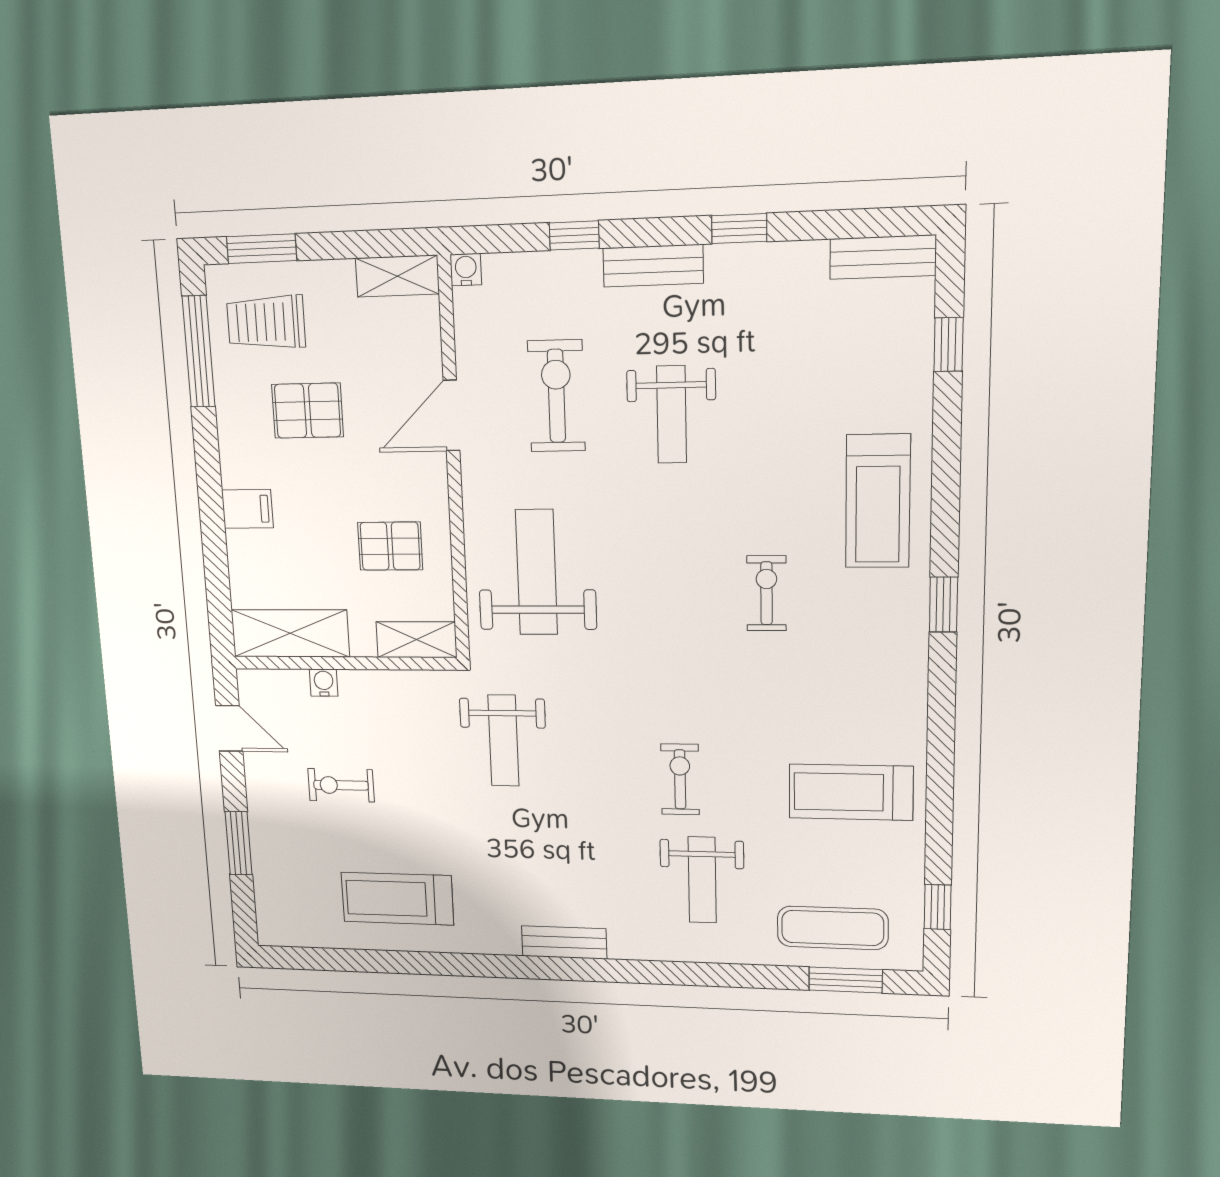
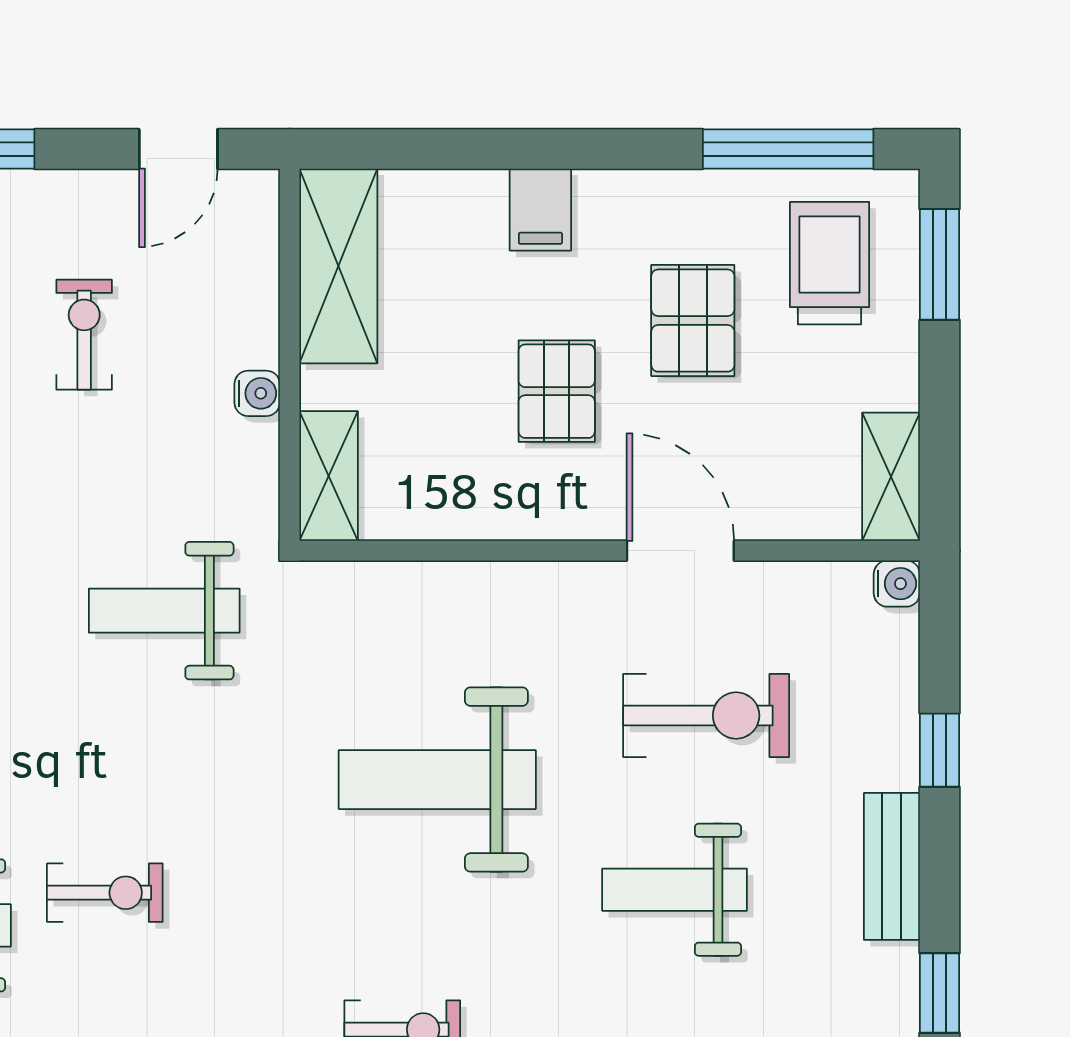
pallet: (390, 546) -> (557, 391), moved
weight bench: (537, 572) -> (437, 780), moved, turned 180
water cooler: (324, 683) -> (257, 393), moved

